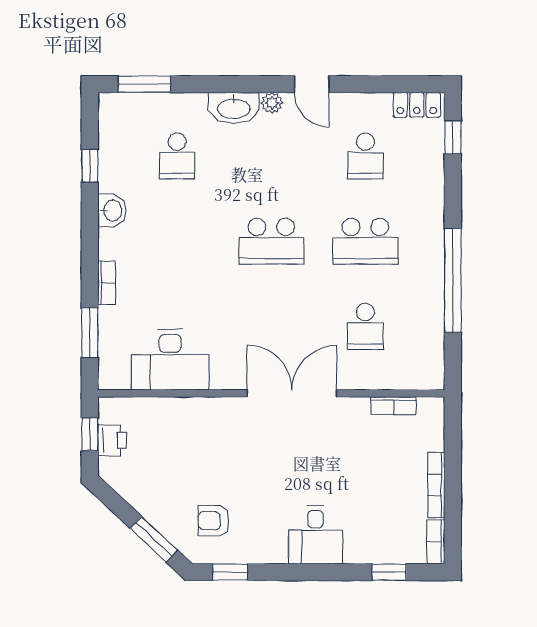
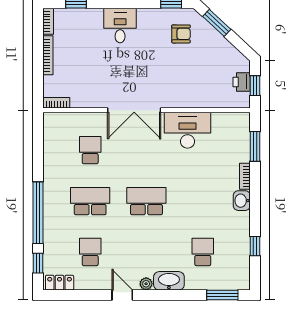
washbasin: (112, 210) -> (242, 201), moved
window: (453, 280) -> (38, 213), moved
desk: (170, 360) -> (187, 130), moved
bookcase: (393, 406) -> (56, 103), moved

